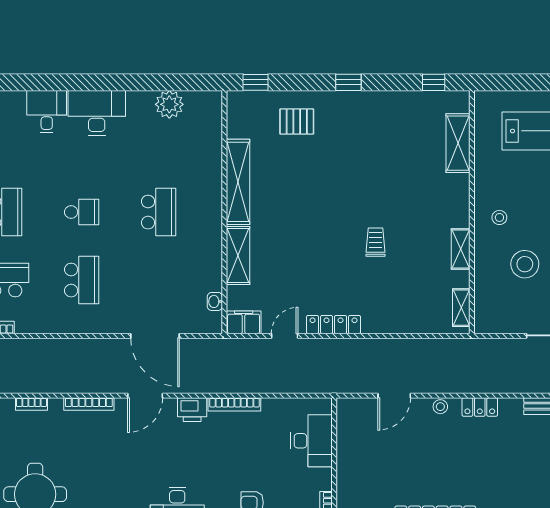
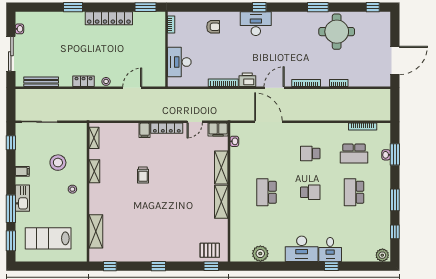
window: (44, 82) -> (331, 266), added
pallet: (297, 121) -> (210, 250), moved
shelving: (238, 182) -> (221, 202), width x0.68
school desk: (82, 212) -> (310, 192), turned 180
school desk: (82, 280) -> (310, 154), width x0.54
filing cabinet: (373, 321) -> (145, 130), added

